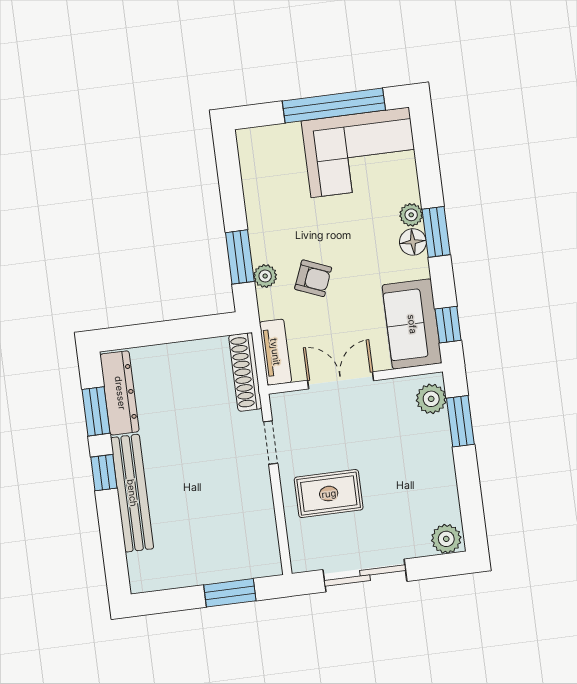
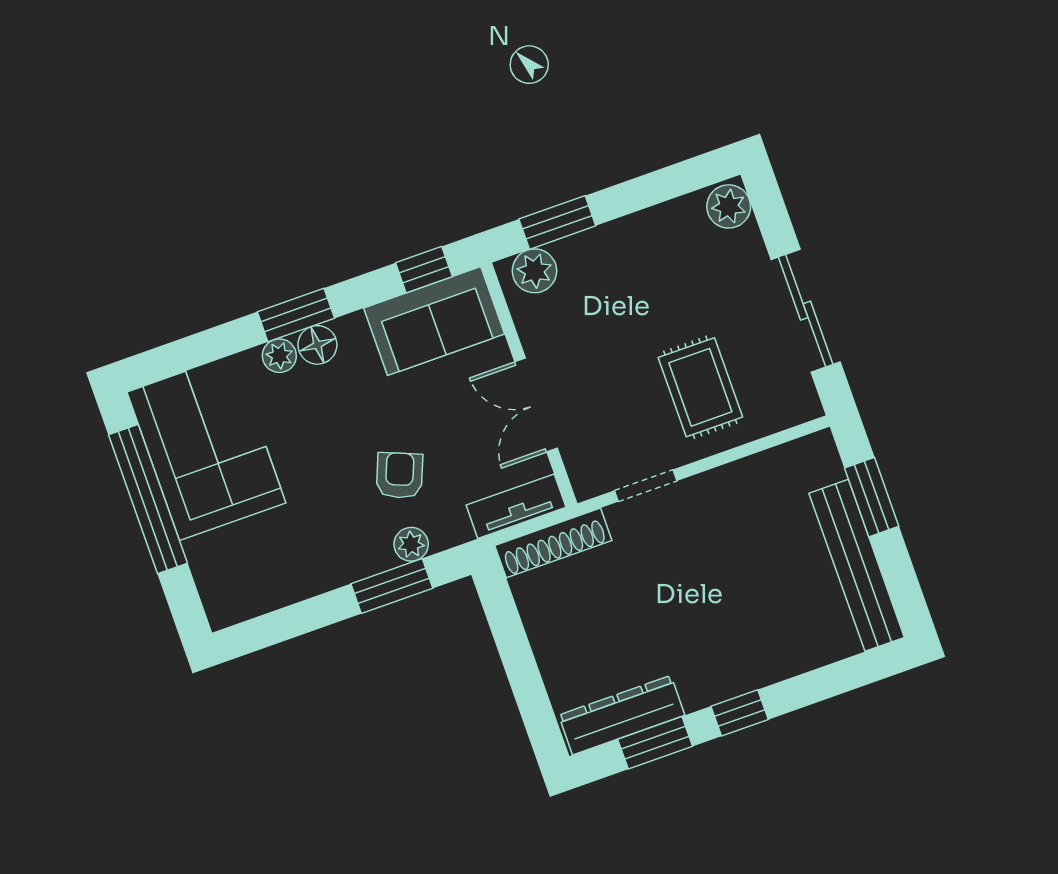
bench: (132, 493) -> (857, 565), moved, turned 90

